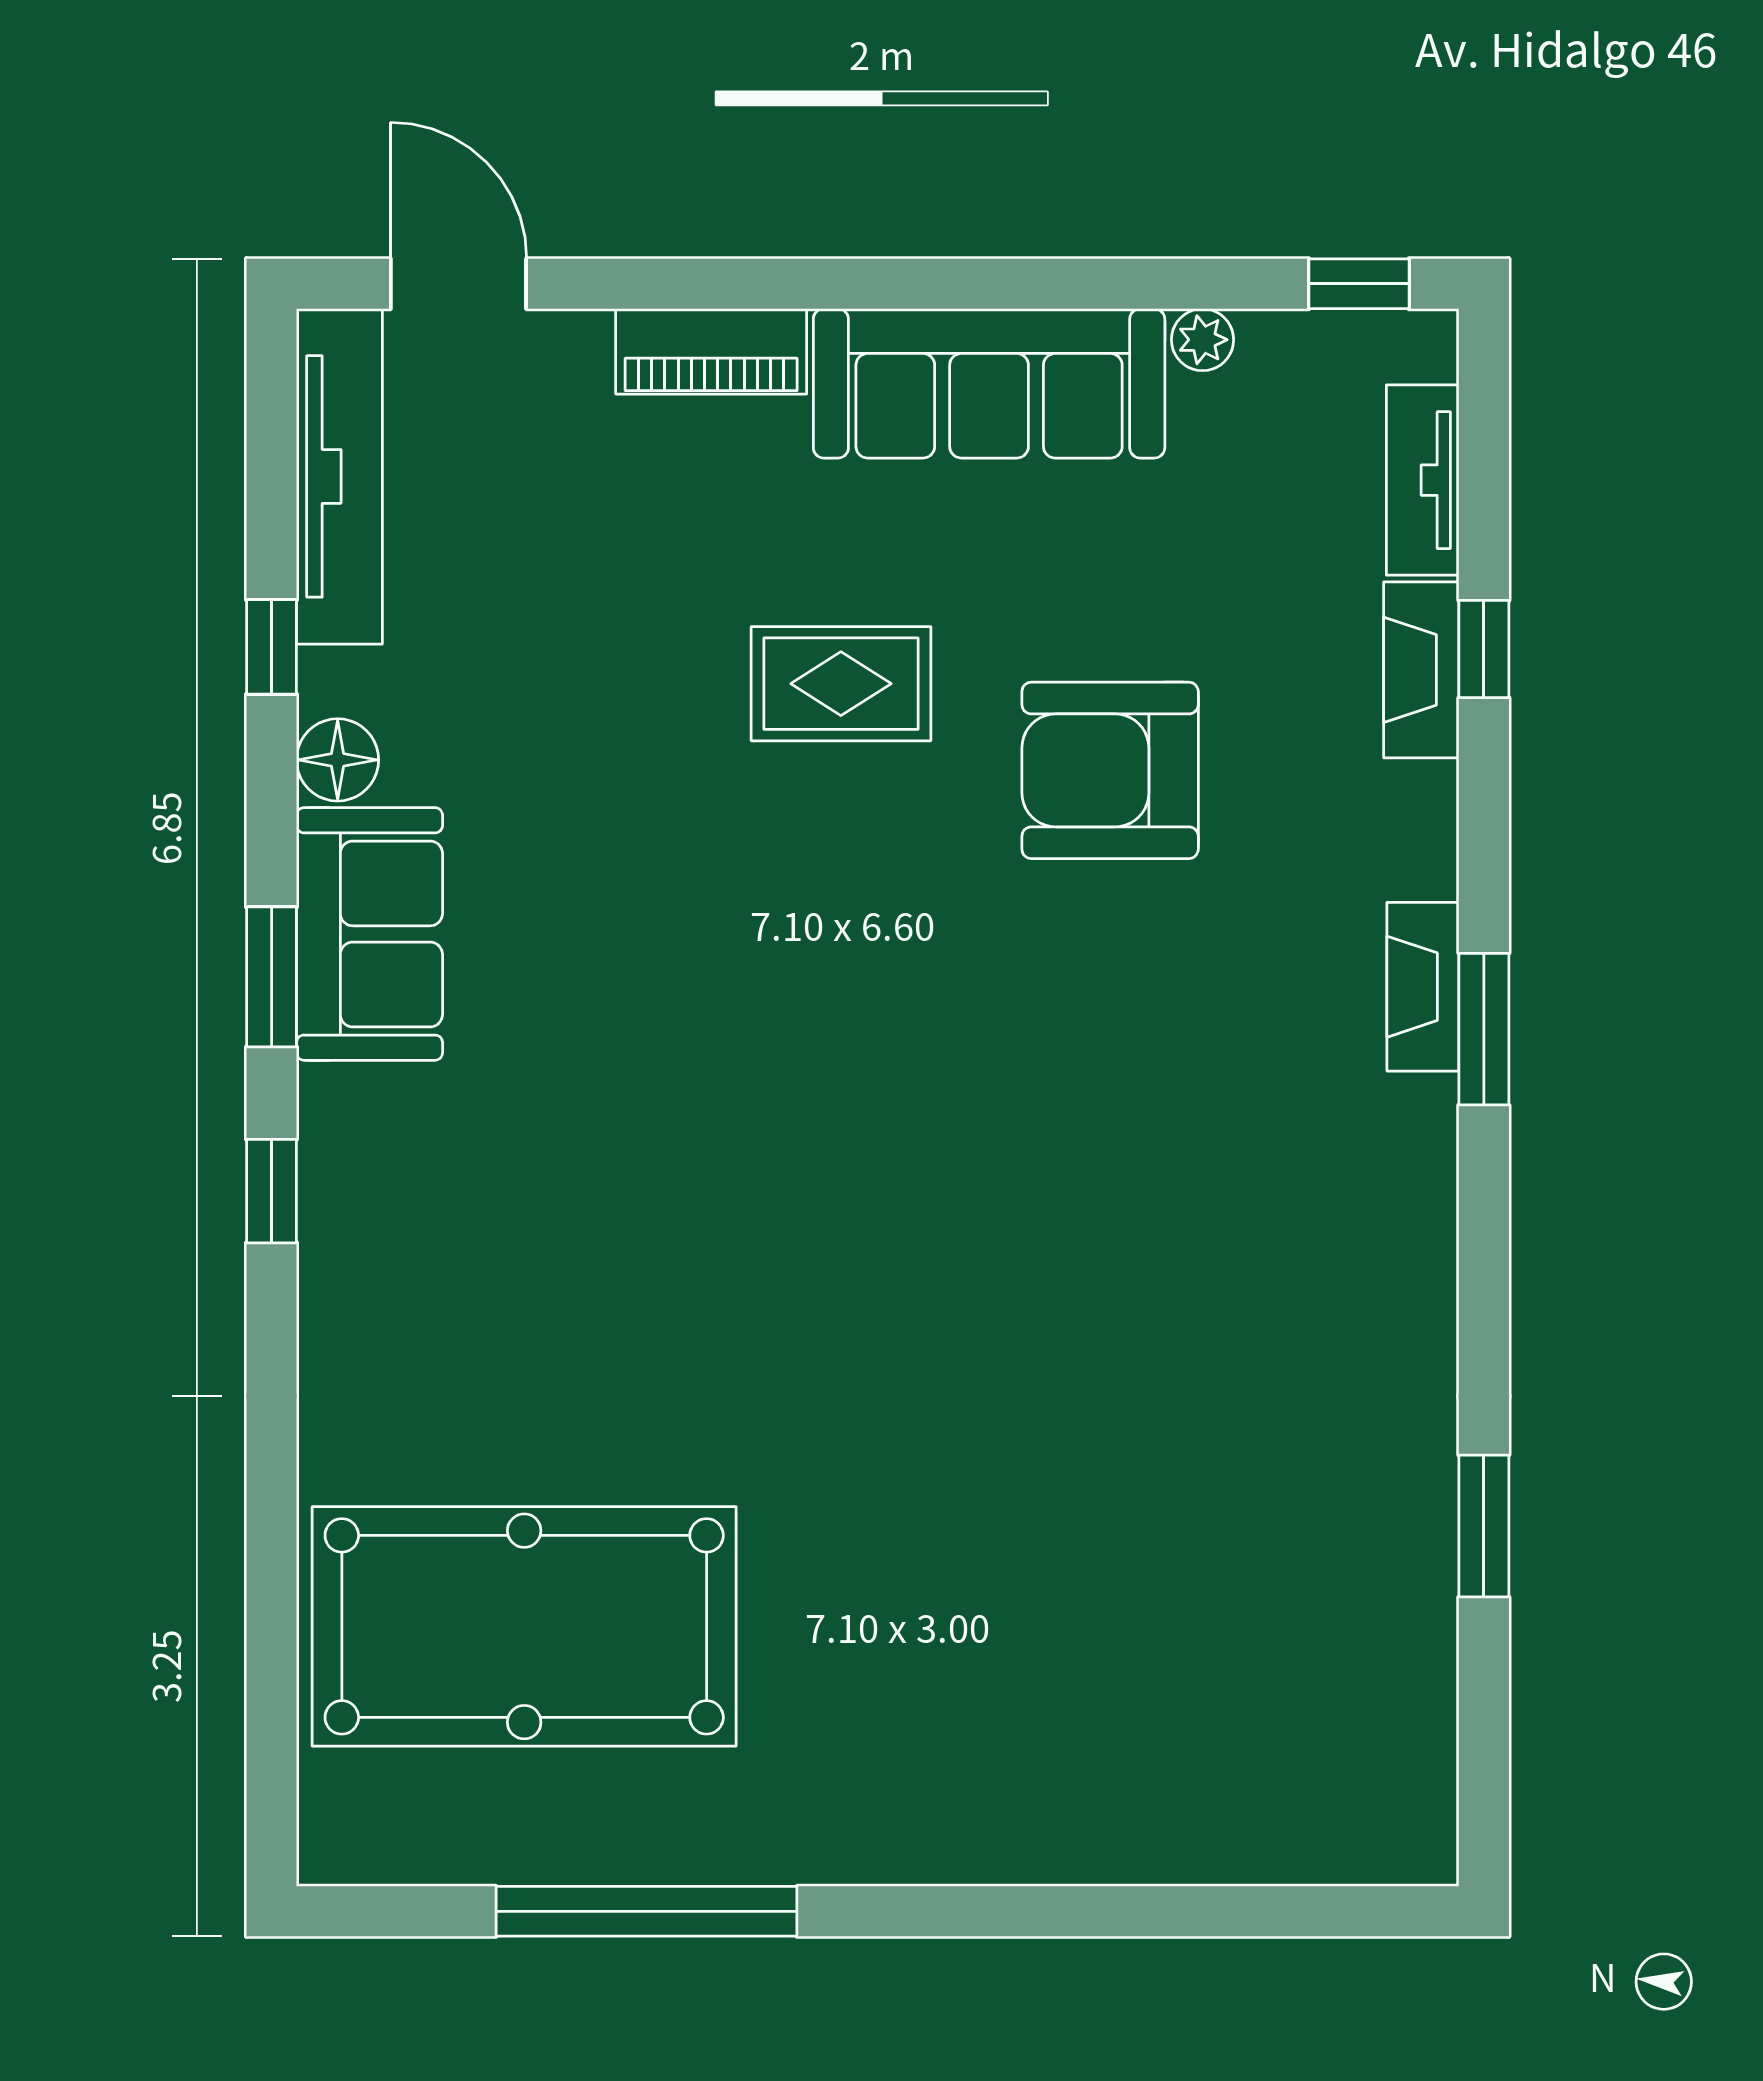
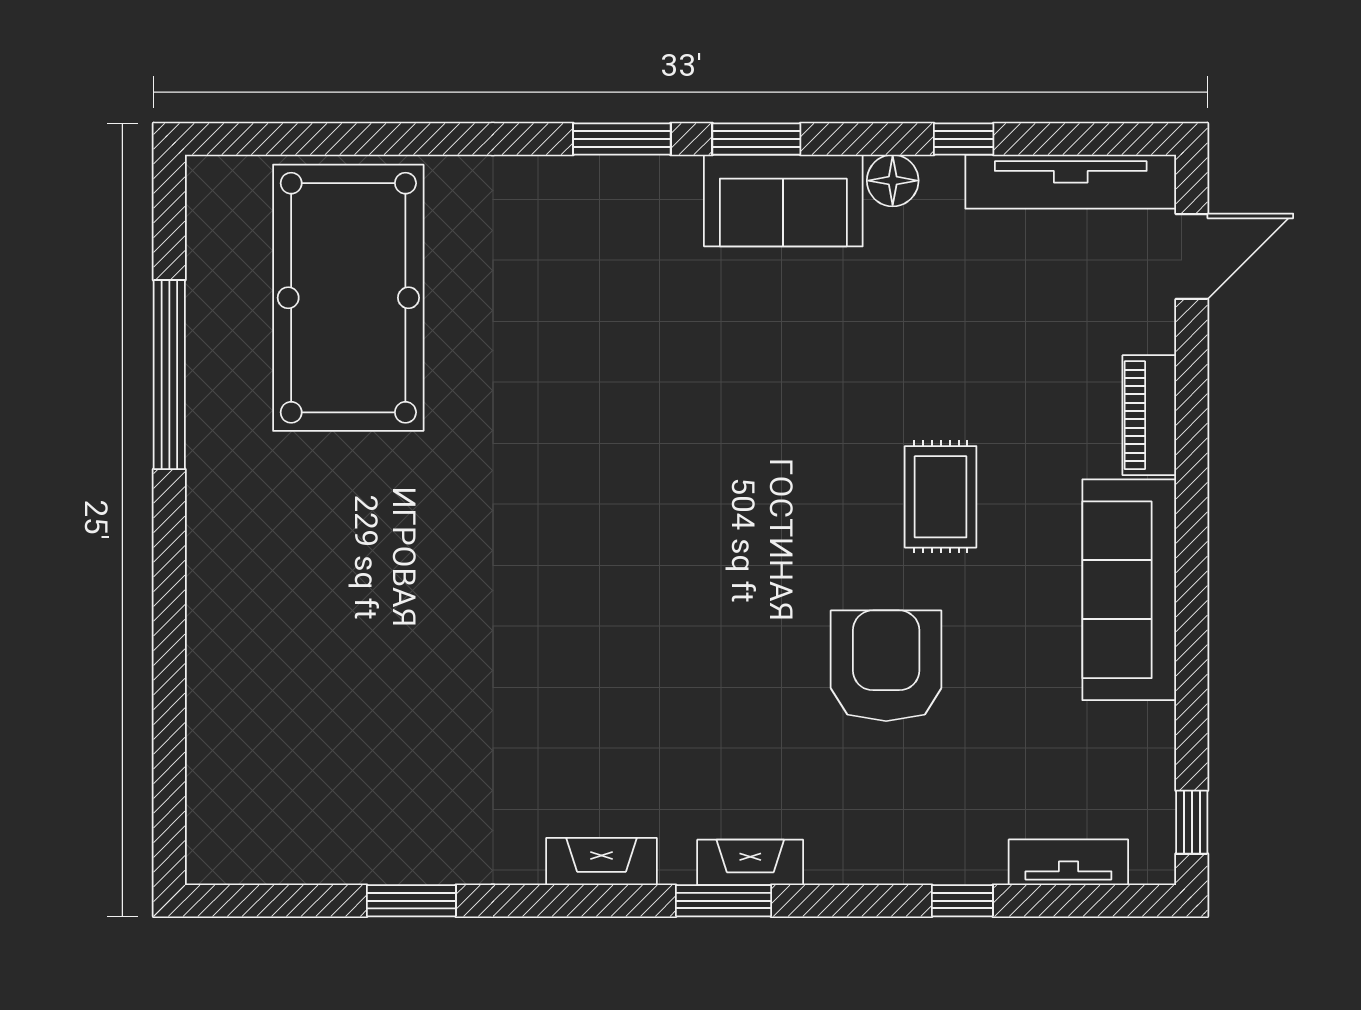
plant: (1203, 340) -> (1157, 724), removed
fireplace: (1421, 670) -> (602, 861), moved
window: (272, 1191) -> (622, 139), width x1.50

